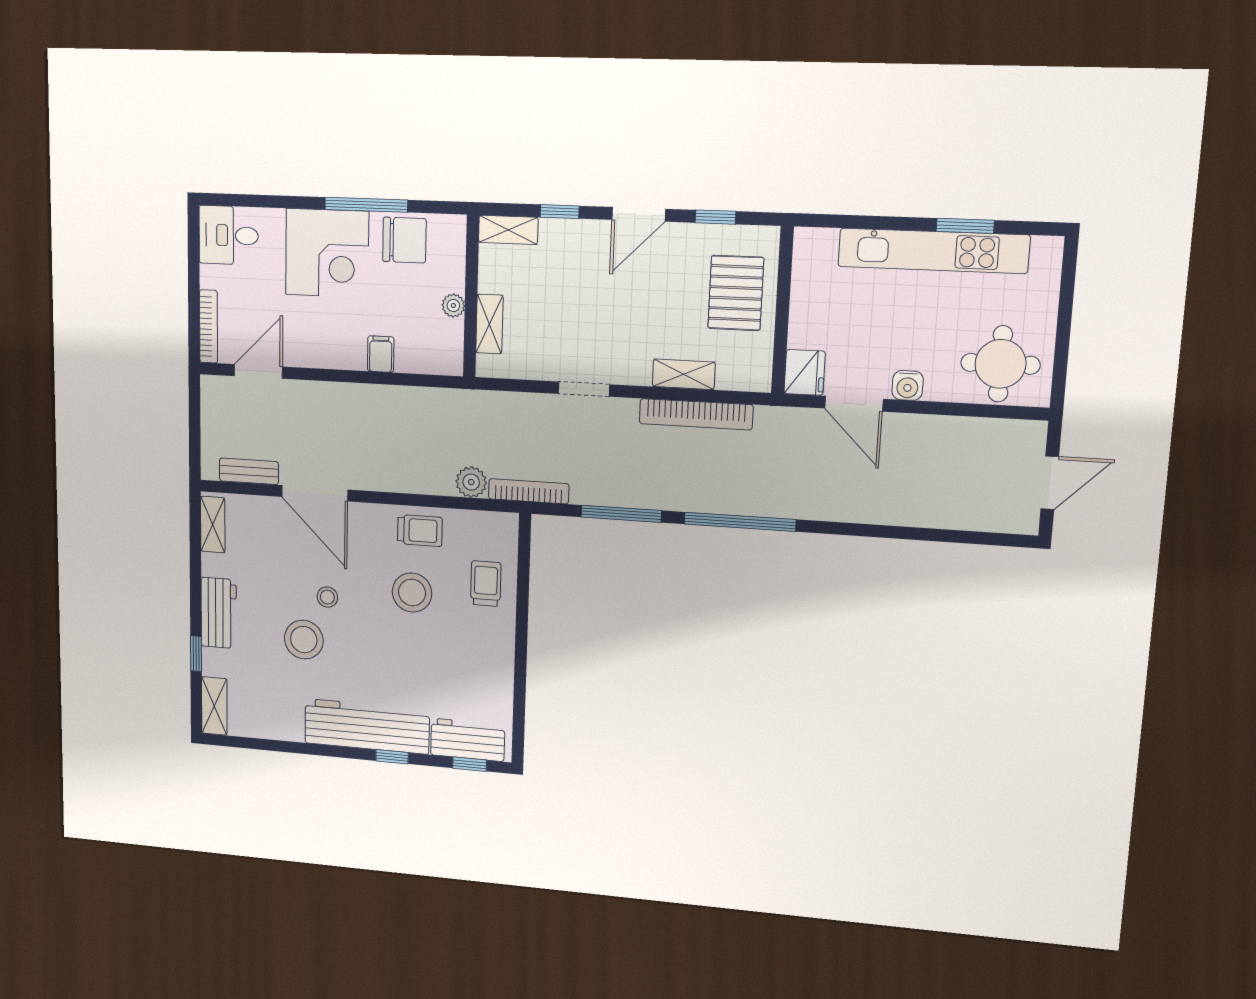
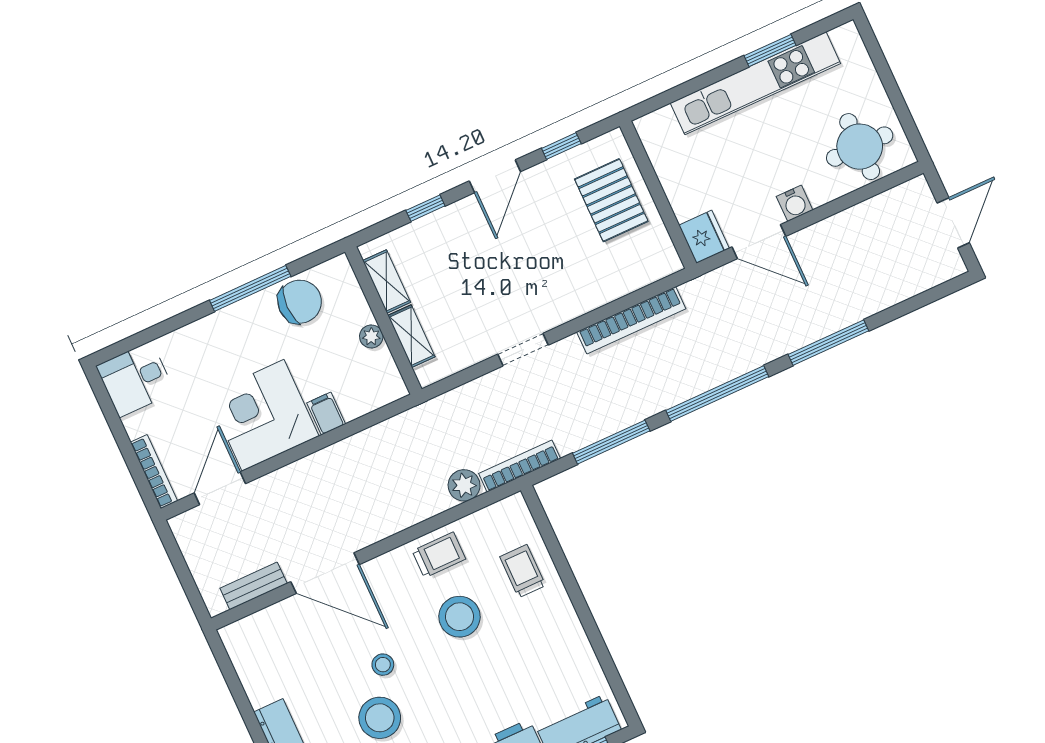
shelving: (508, 230) -> (387, 281), moved, turned 90
corner desk: (327, 253) -> (263, 415), moved, turned 180
shelving: (684, 374) -> (603, 292), removed
shelving: (213, 525) -> (242, 655), removed
window: (868, 530) -> (828, 343), added

